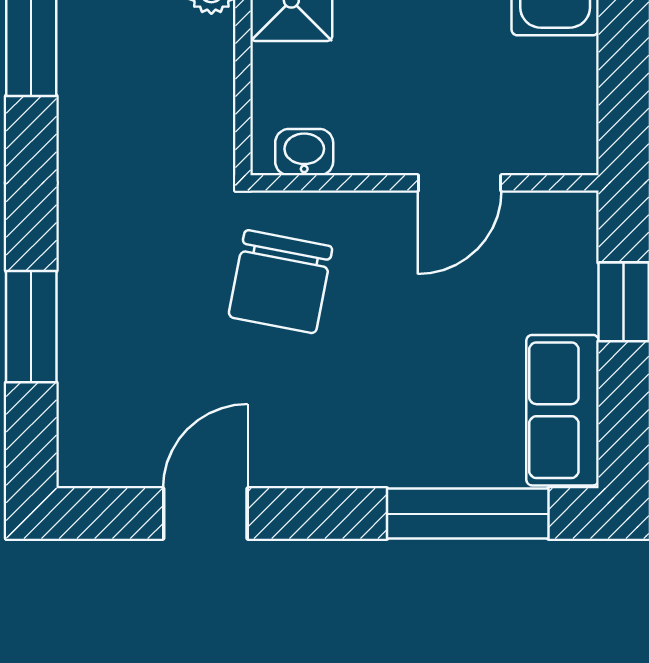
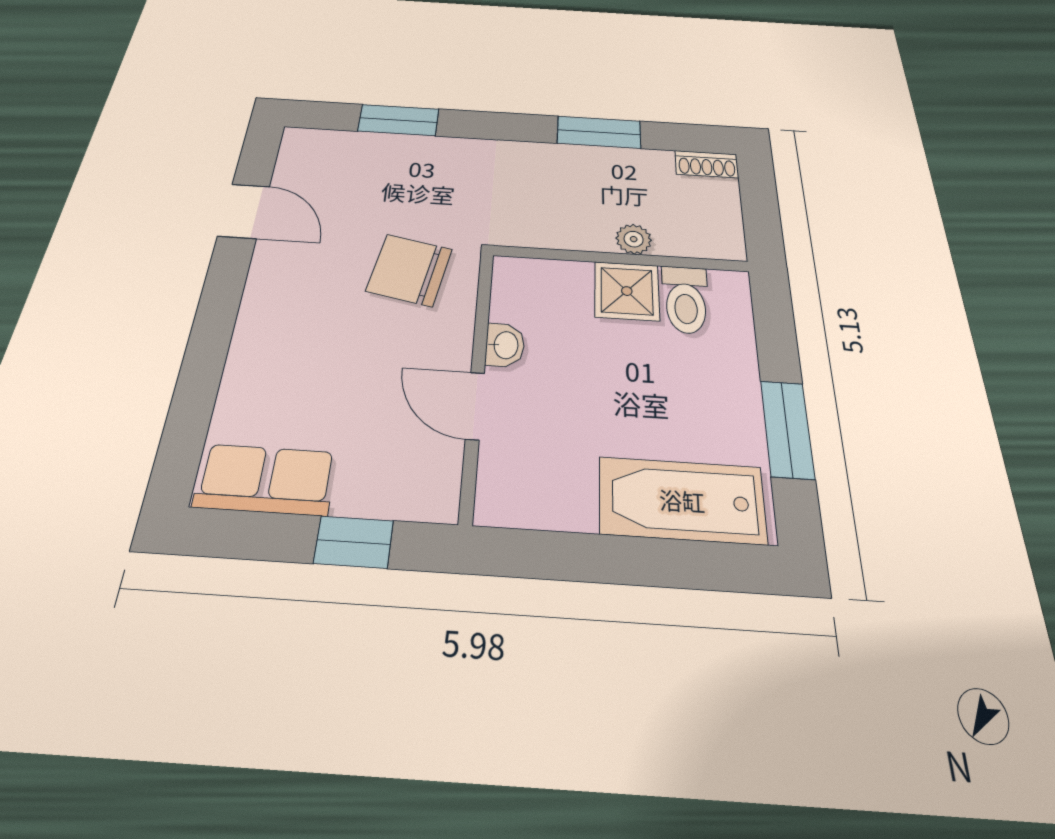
washbasin: (304, 152) -> (505, 345), moved
window: (468, 514) -> (195, 394), removed

